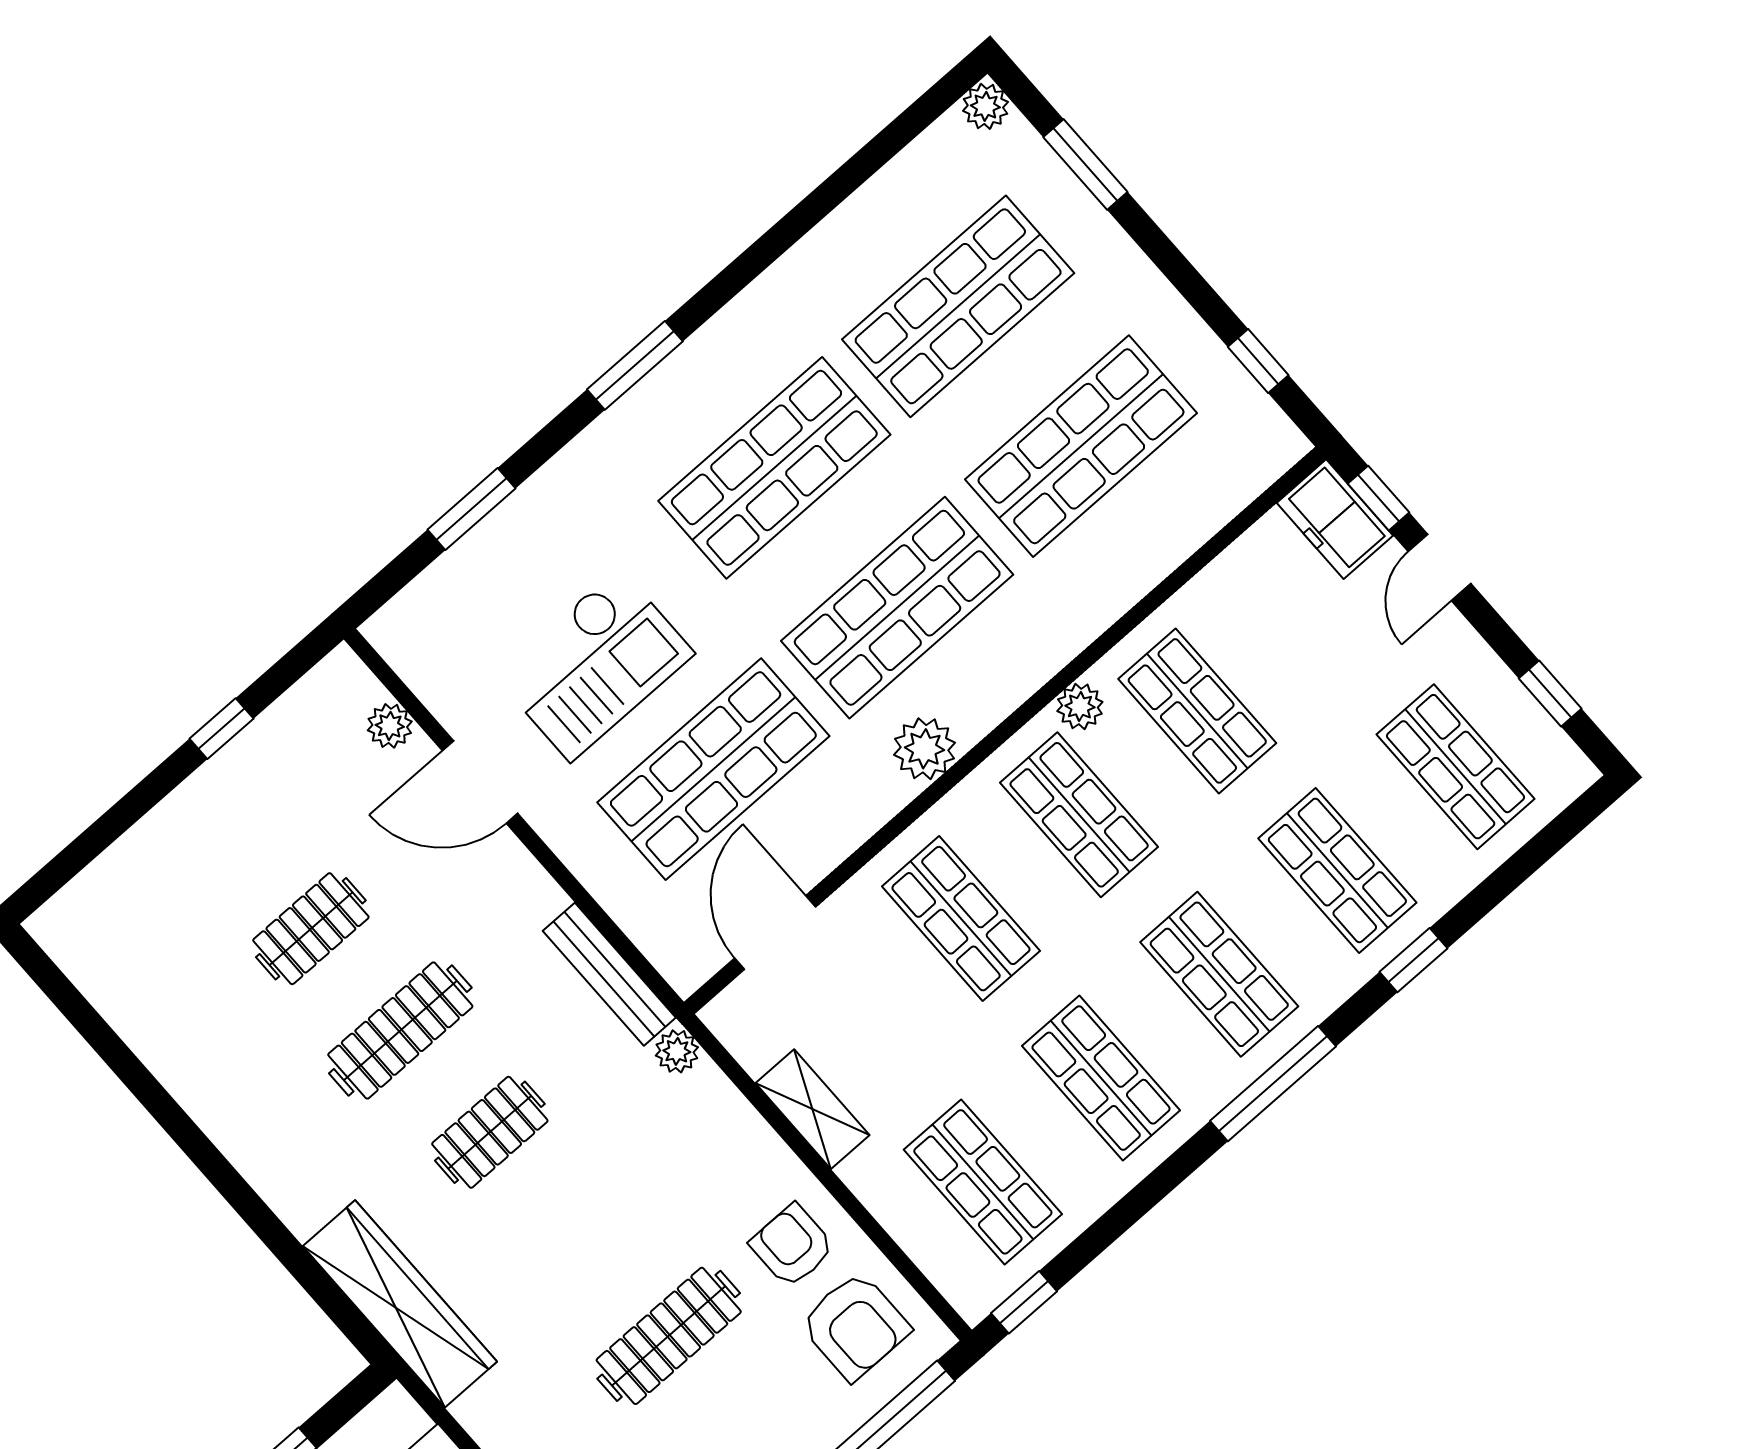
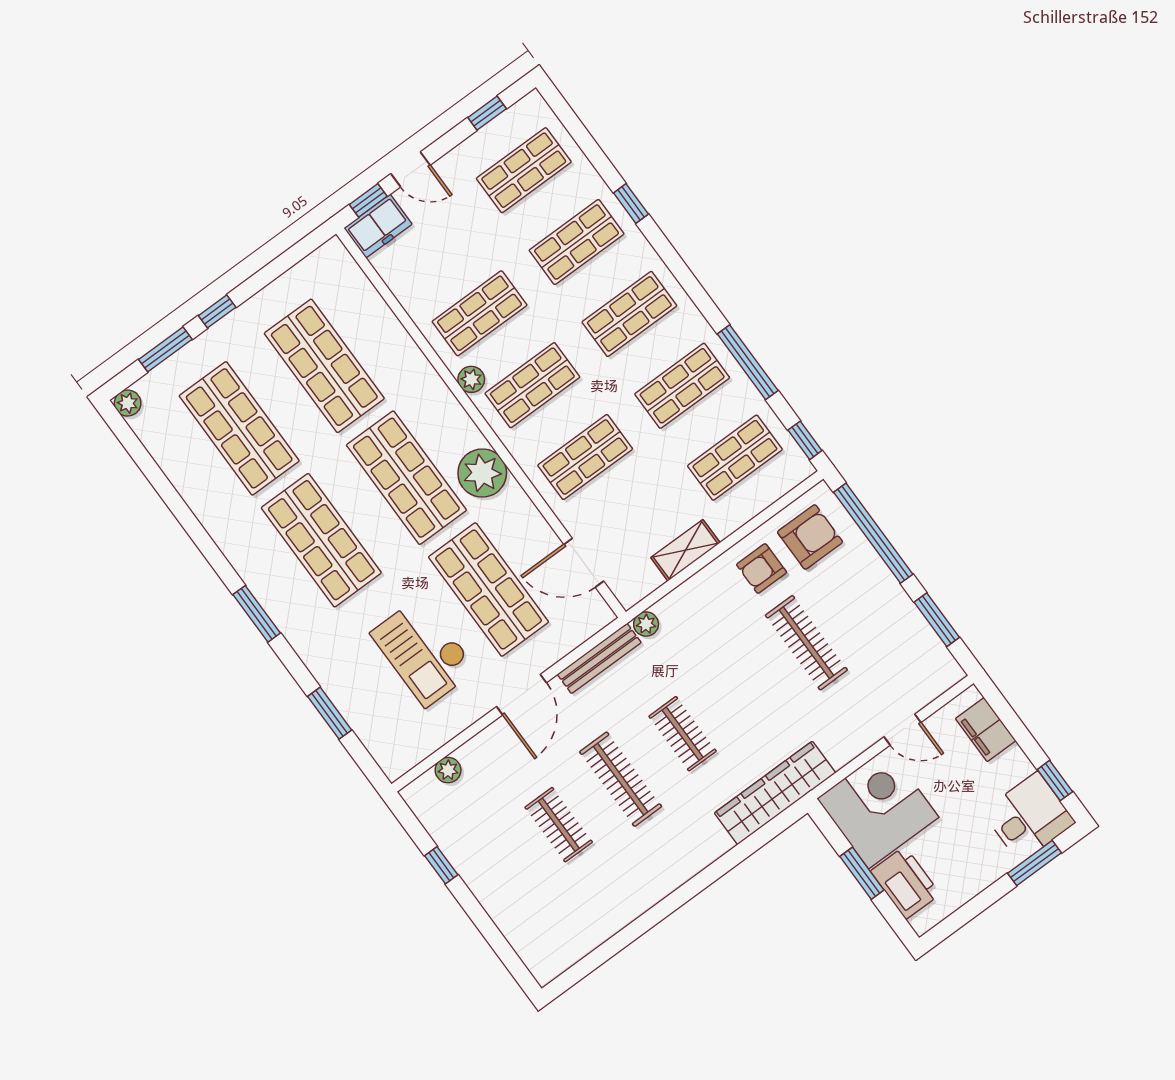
window: (1258, 361) -> (217, 311), moved
checkout: (594, 665) -> (424, 651), turned 180
plant: (925, 749) -> (482, 473), width x1.36, depth x1.36
door: (480, 782) -> (521, 695), moved
window: (1273, 1084) -> (748, 362), moved

